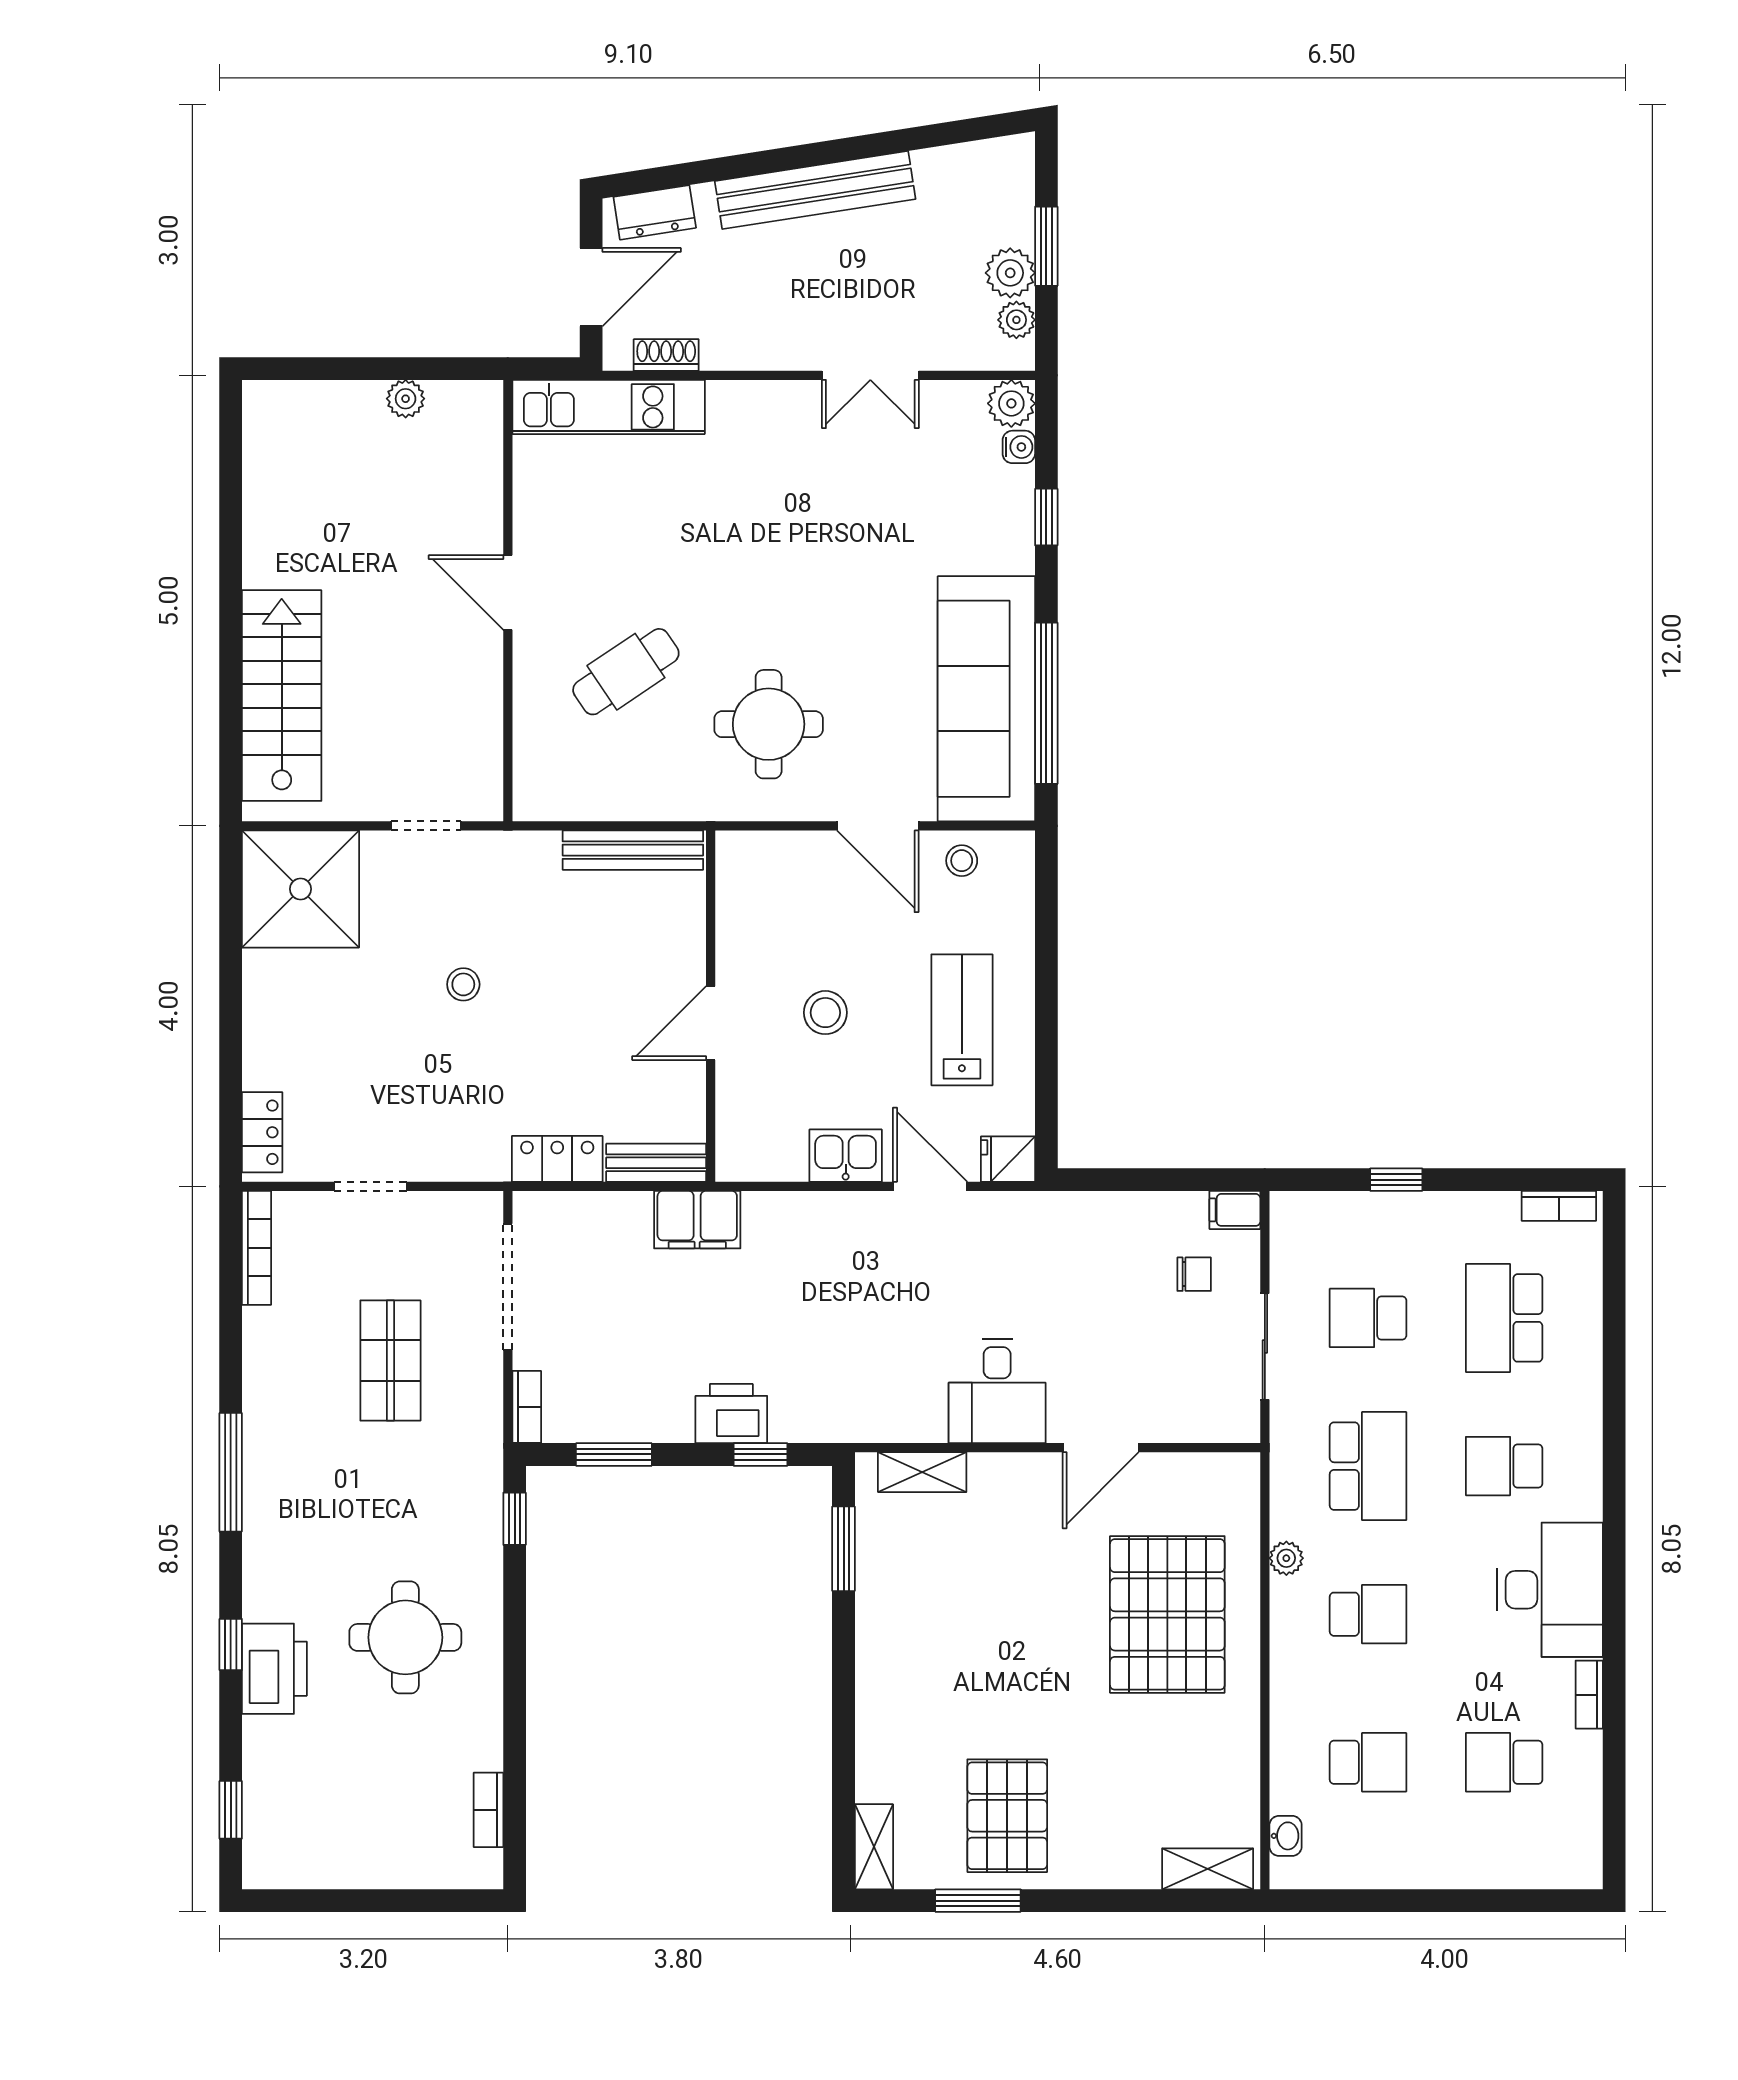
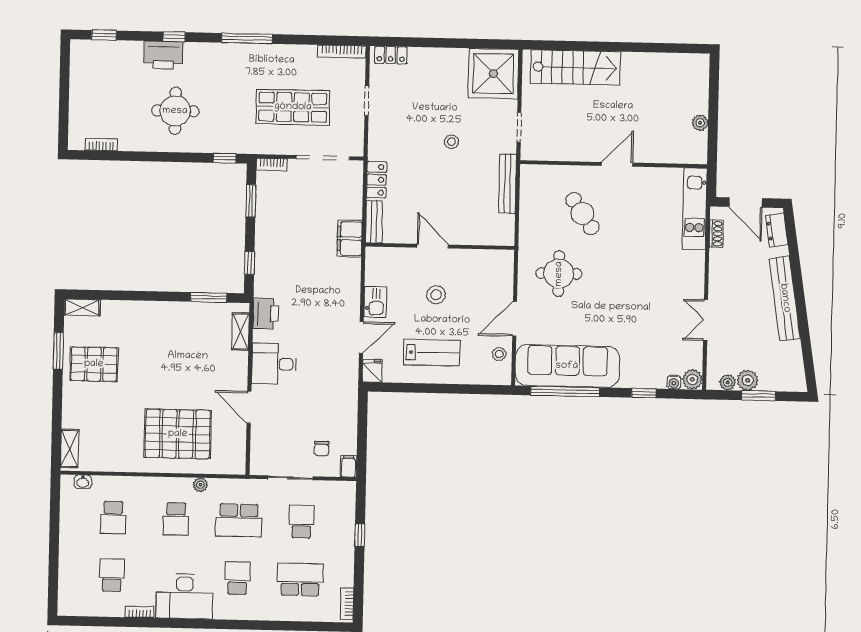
bench: (633, 850) -> (507, 184), moved
shop shelf: (390, 1361) -> (293, 107), width x1.43, depth x1.36
printer: (731, 1414) -> (266, 314), moved

